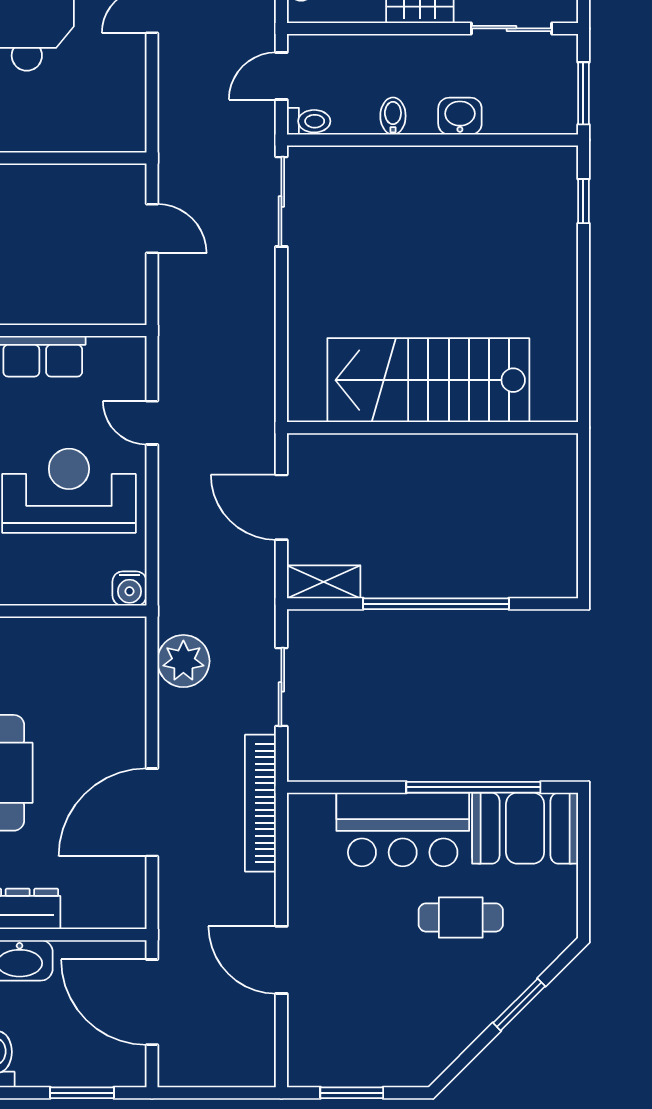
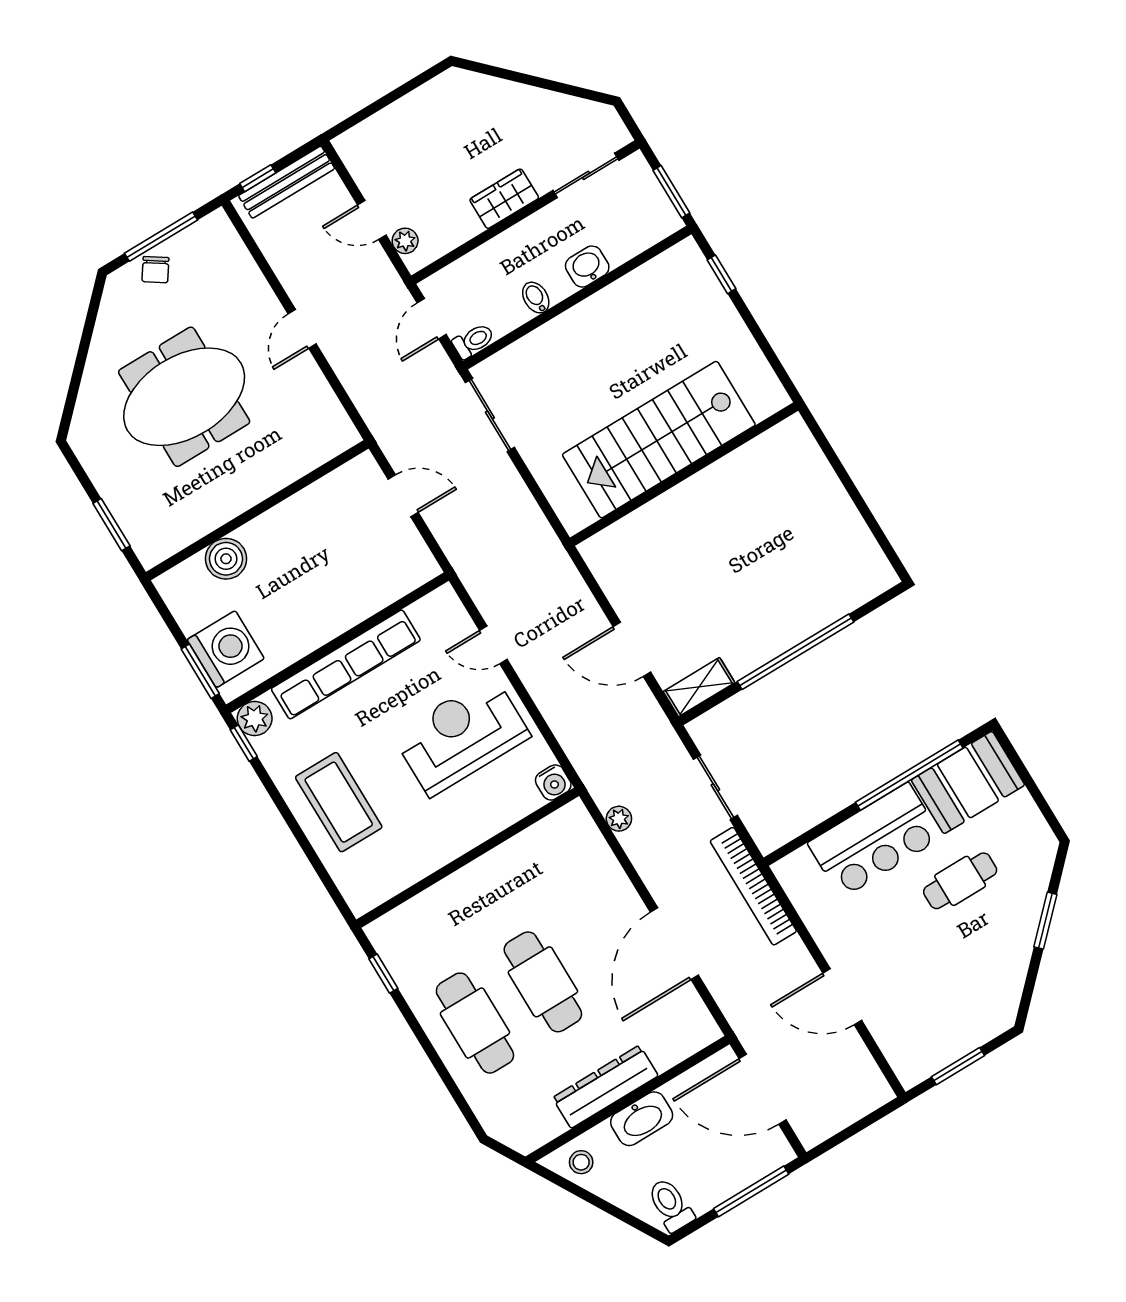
stairs: (428, 380) -> (659, 440), moved
wall: (432, 428) -> (684, 474), moved
plant: (183, 661) -> (619, 819), width x0.53, depth x0.53
window: (82, 1093) -> (751, 1191), width x1.44

